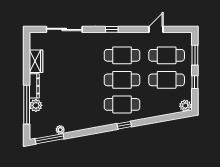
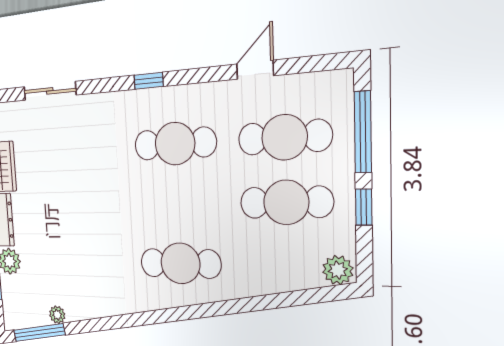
sliding door: (64, 29) -> (50, 91), width x0.73
window: (195, 55) -> (363, 132), width x1.44
cafe table: (122, 80) -> (178, 204), removed
window: (124, 125) -> (188, 313), removed

